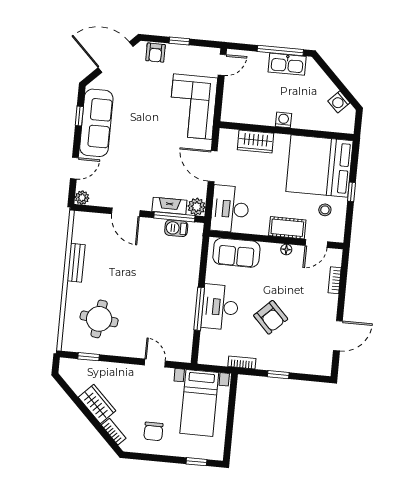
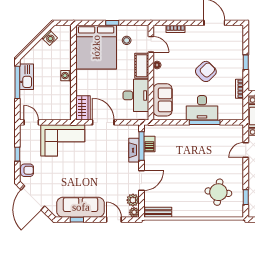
wardrobe: (256, 141) -> (83, 108), moved
door: (213, 166) -> (103, 122), swing flipped
plant: (197, 207) -> (133, 200), moved
desk: (230, 209) -> (136, 95), moved, turned -90
bench: (76, 263) -> (158, 212), moved

